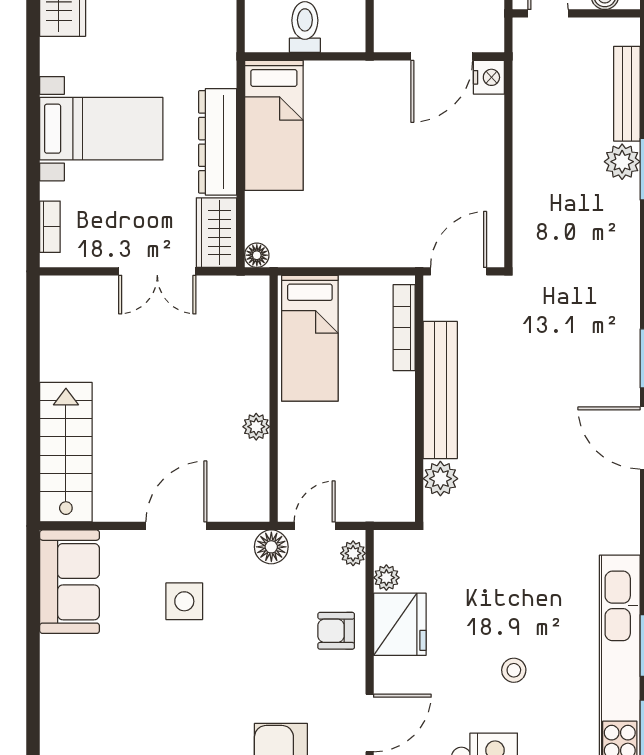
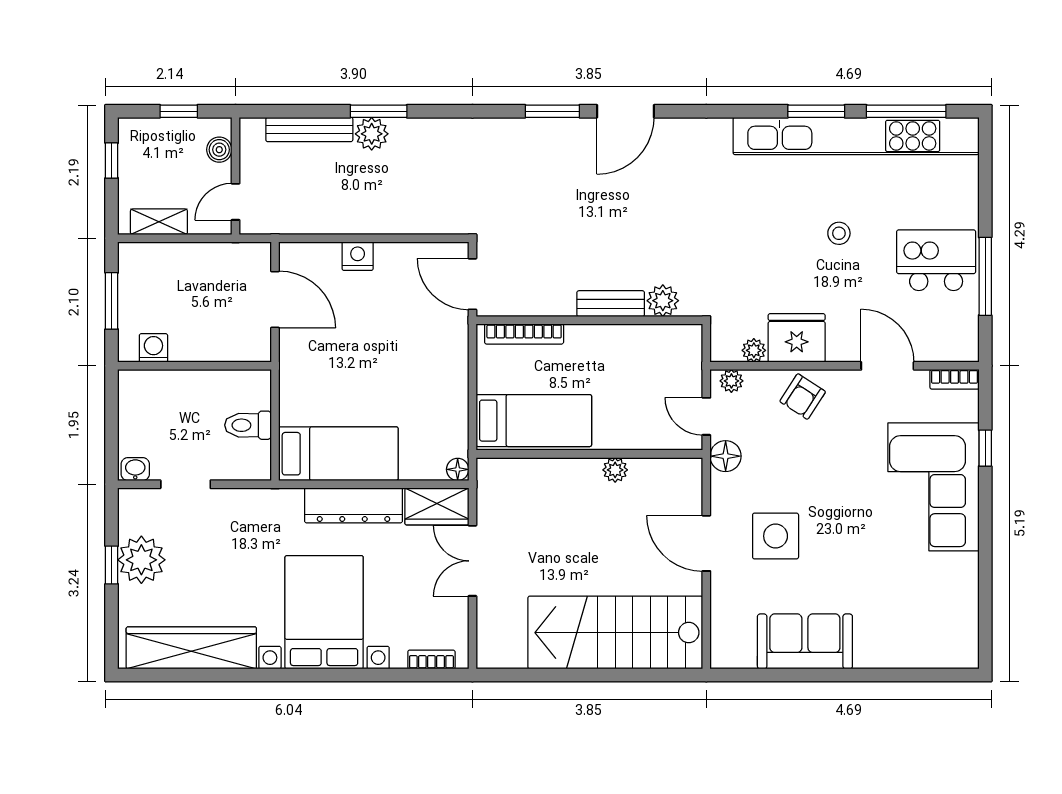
nightstand: (489, 77) -> (358, 256), moved
bed with nightstands: (101, 129) -> (324, 612), width x1.36
double door: (157, 271) -> (472, 561), swing flipped
bench: (440, 390) -> (611, 304), width x0.54, depth x0.82
stairs: (66, 452) -> (615, 633), width x1.36, depth x1.51
sofa: (70, 582) -> (805, 641), moved
side table: (184, 601) -> (776, 536), width x1.37, depth x1.37
armchair: (336, 631) -> (803, 397), turned 33

